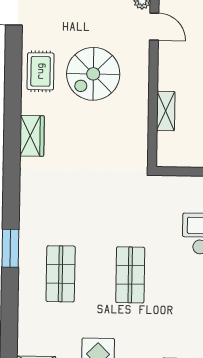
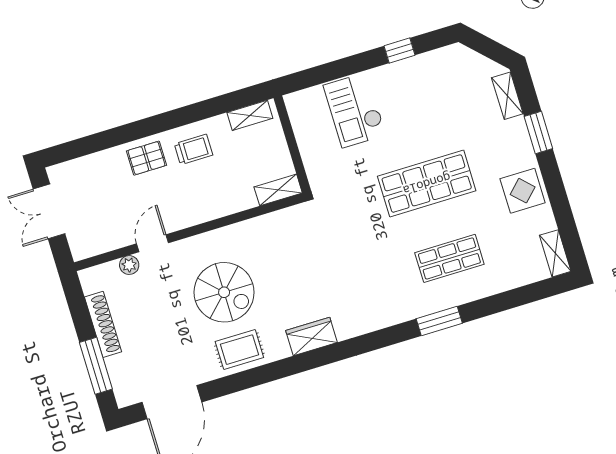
shelving: (166, 111) -> (278, 190), moved
shop shelf: (130, 275) -> (427, 184), width x1.43, depth x1.36

